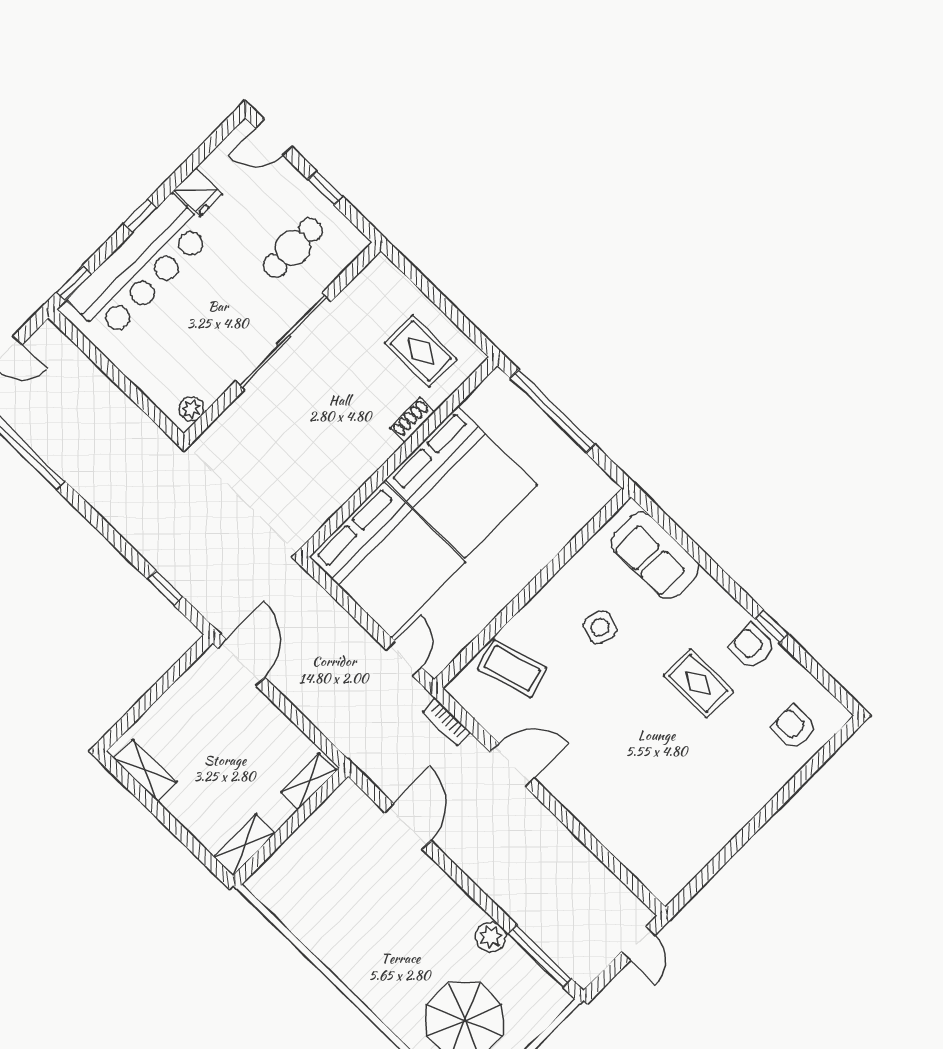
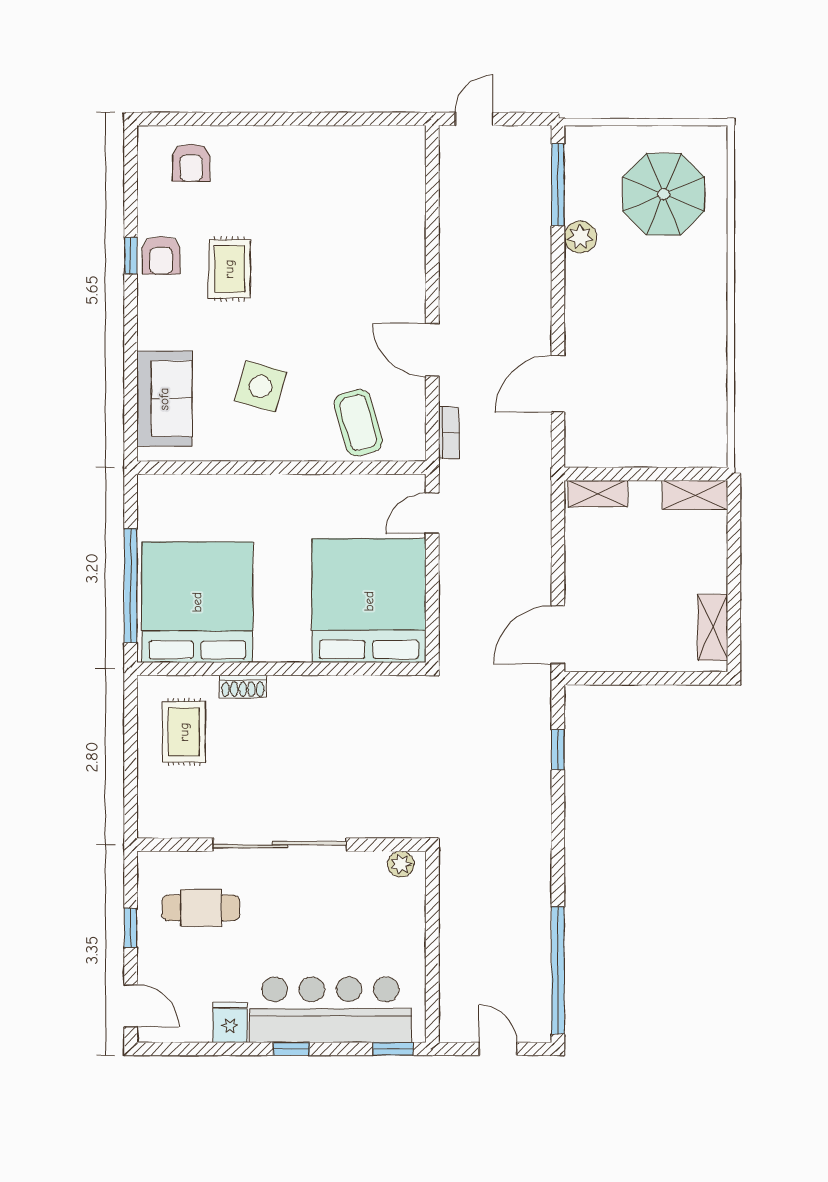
bed: (461, 482) -> (197, 602), moved
side table: (600, 627) -> (260, 386), width x1.37, depth x1.37

